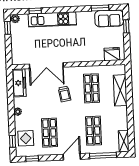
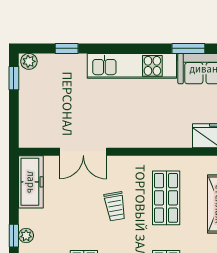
kitchen unit: (52, 19) -> (132, 66), moved
double door: (46, 66) -> (83, 152), width x0.73
window: (11, 112) -> (14, 236), added

